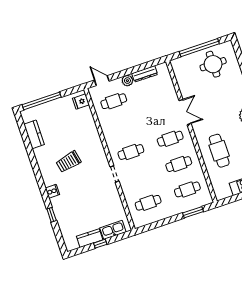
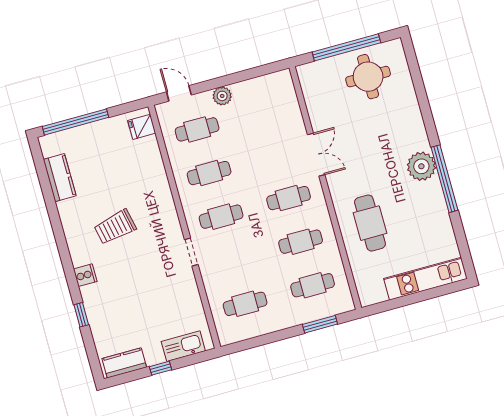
dresser: (145, 74) -> (252, 86), removed
cafe table: (122, 127) -> (209, 173), added
kitchen counter: (90, 238) -> (124, 363), moved

